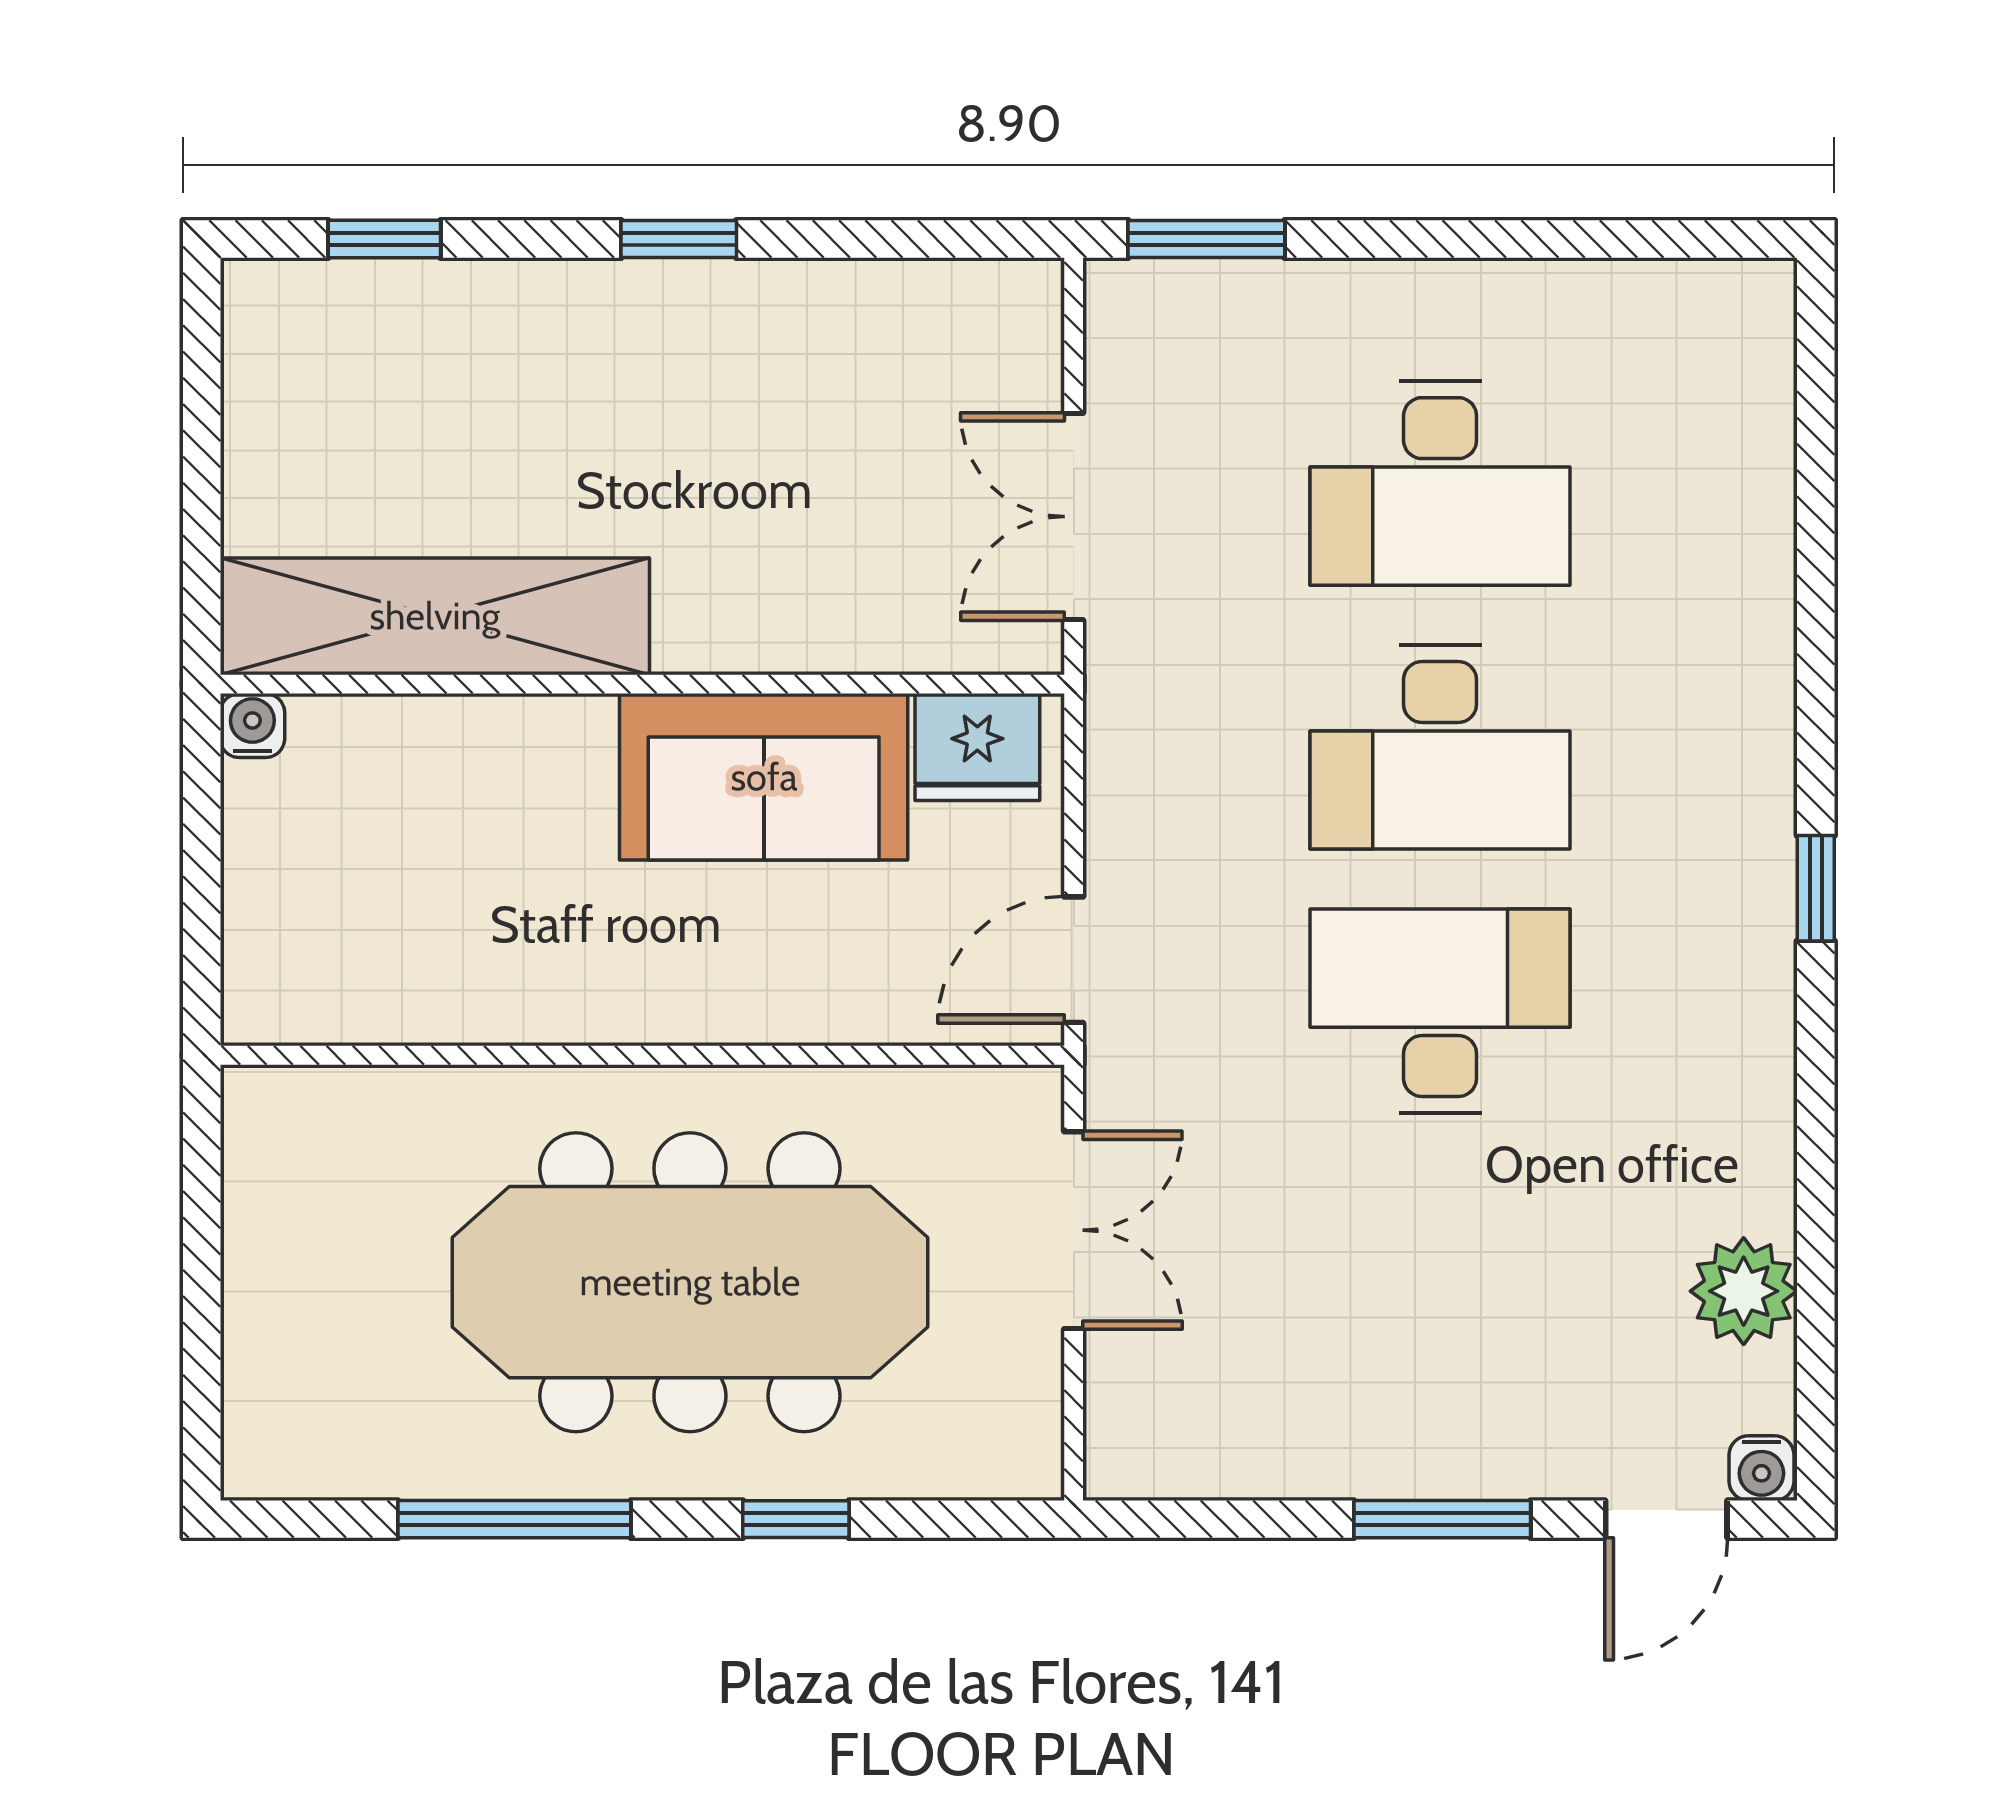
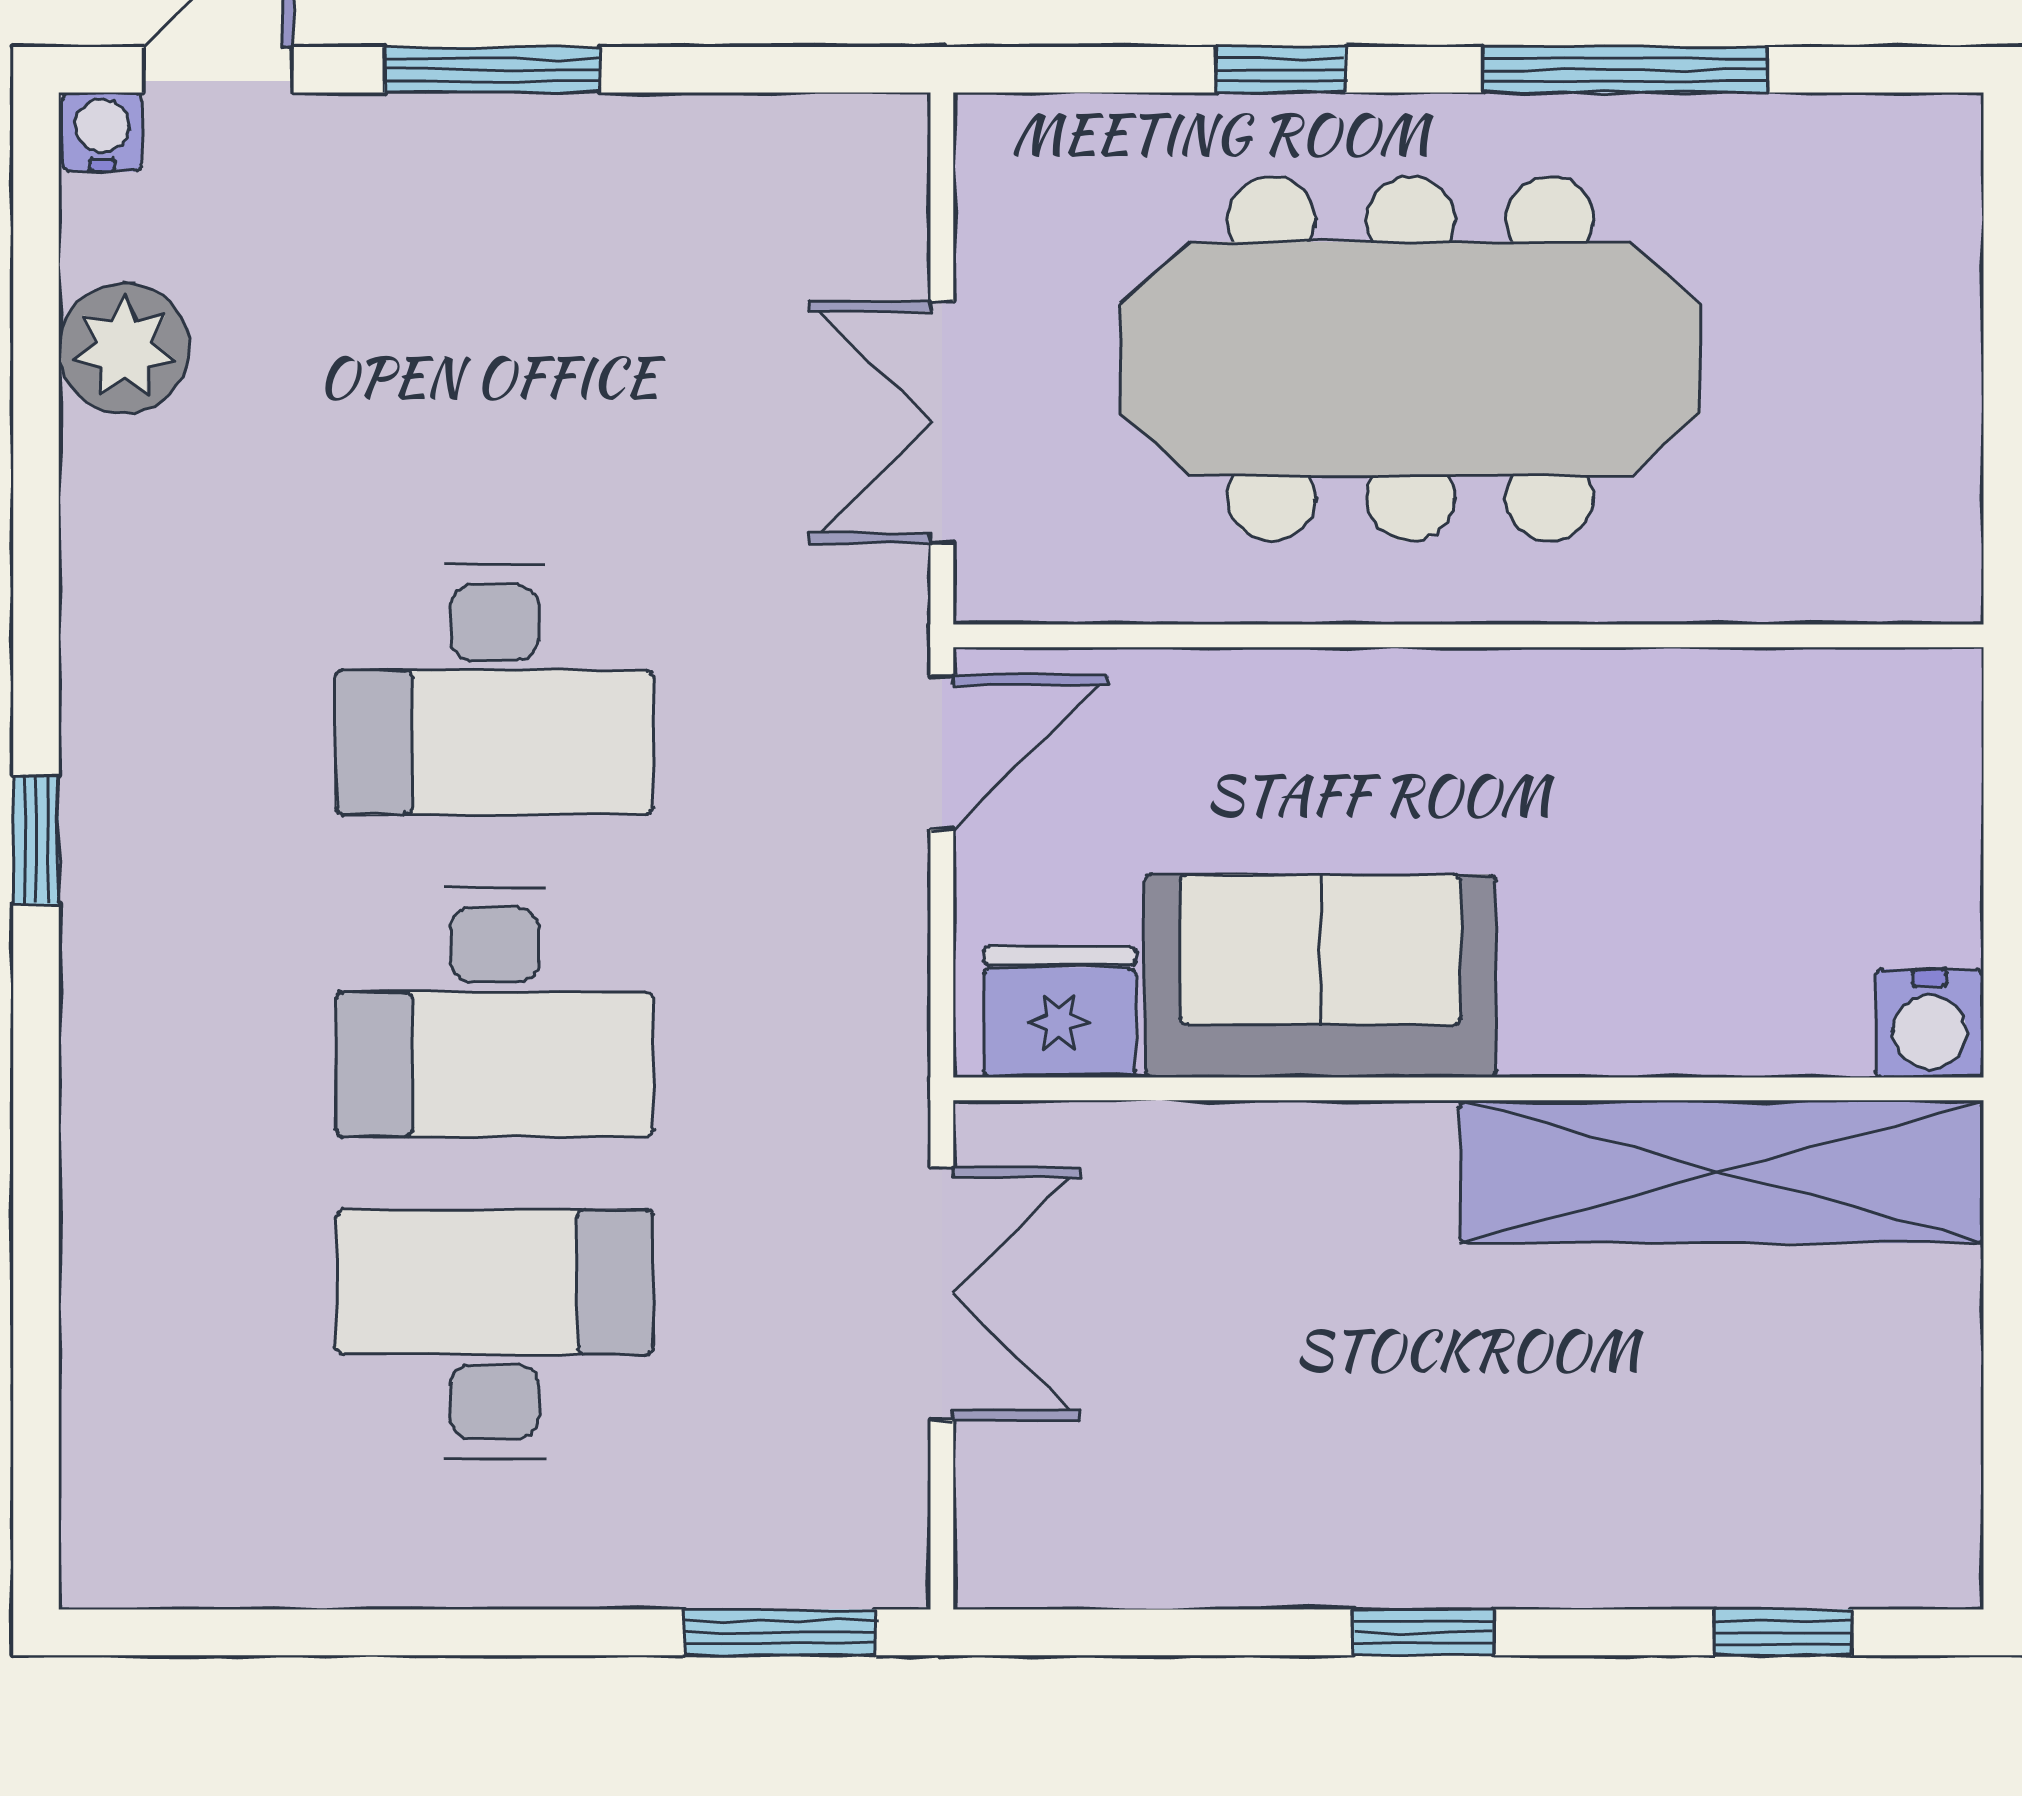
water cooler: (252, 726) -> (1930, 1023), width x1.38, depth x1.38
desk: (1440, 747) -> (495, 1012), turned 180

